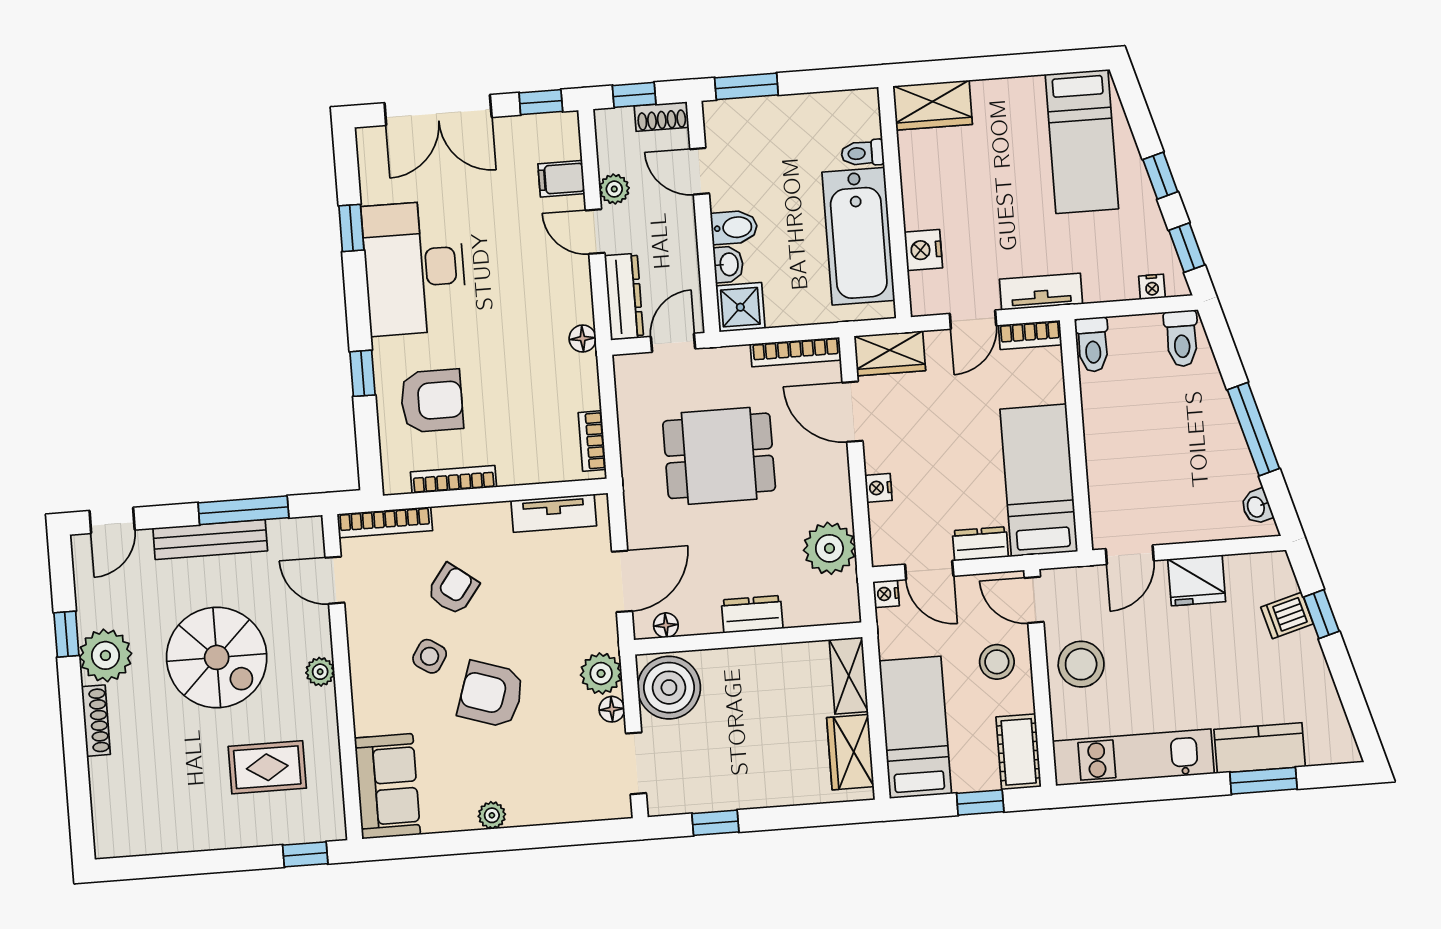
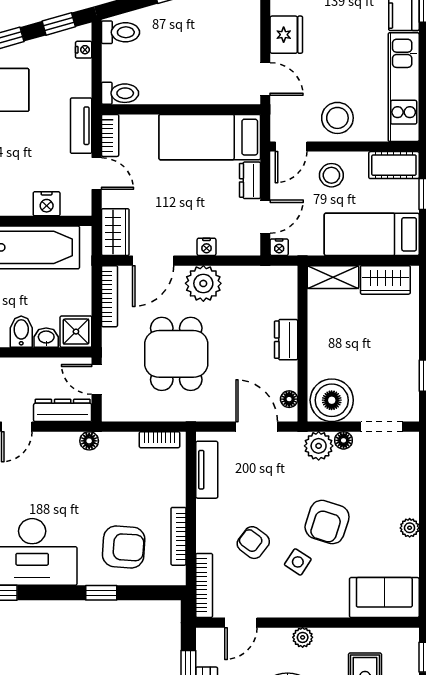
armchair: (432, 401) -> (124, 547), turned 94
plant: (829, 548) -> (203, 283), moved

